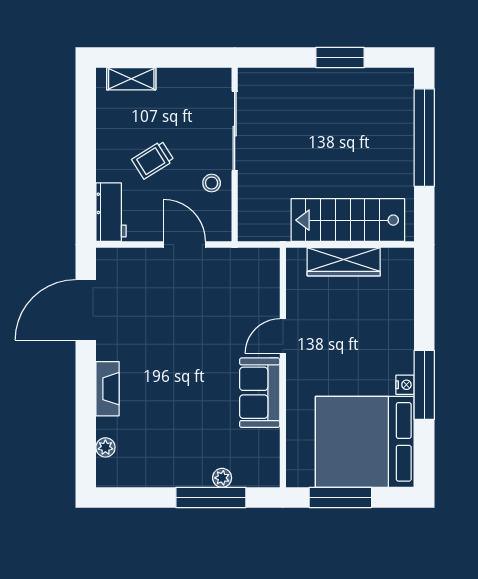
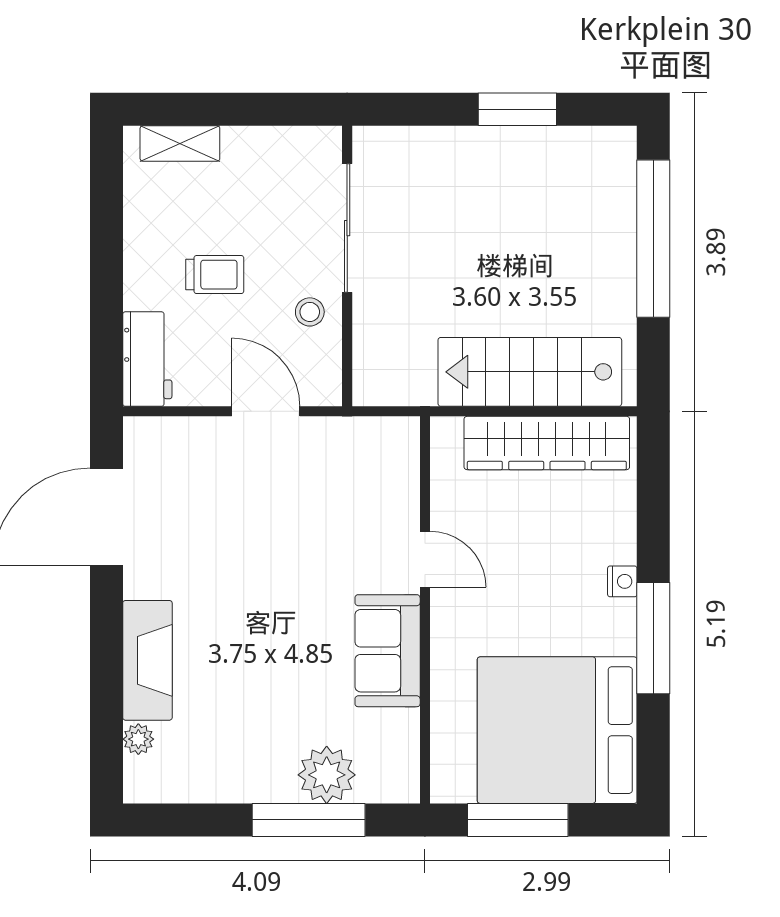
trolley: (153, 160) -> (215, 275), turned -148
wardrobe: (344, 262) -> (547, 443), width x1.40, depth x1.17
door: (283, 336) -> (425, 559), swing flipped
nightstand: (405, 385) -> (622, 581), moved
fireplace: (107, 389) -> (147, 660), width x1.37, depth x1.32
plant: (222, 478) -> (327, 775), width x1.88, depth x1.88

